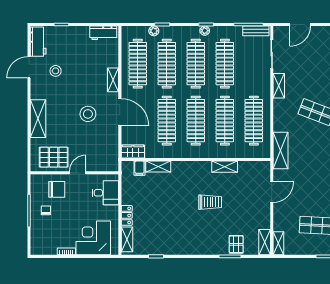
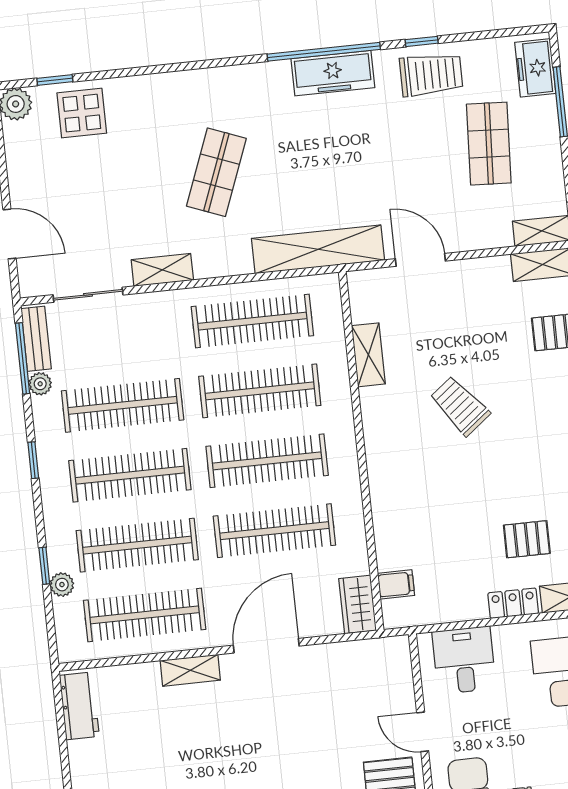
plant: (205, 31) -> (40, 384), moved
stool: (88, 114) -> (279, 722), removed
shelving: (280, 151) -> (318, 249), width x1.47
shelving: (158, 167) -> (388, 540), removed
shelving: (225, 167) -> (368, 355), moved
trolley: (210, 202) -> (460, 406), turned -38
pallet: (152, 224) -> (527, 539), added

